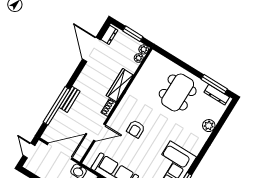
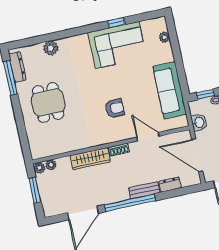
dresser: (109, 35) -> (170, 185), moved
dining table: (178, 92) -> (48, 103), width x0.73
window: (57, 106) -> (130, 203), moved

